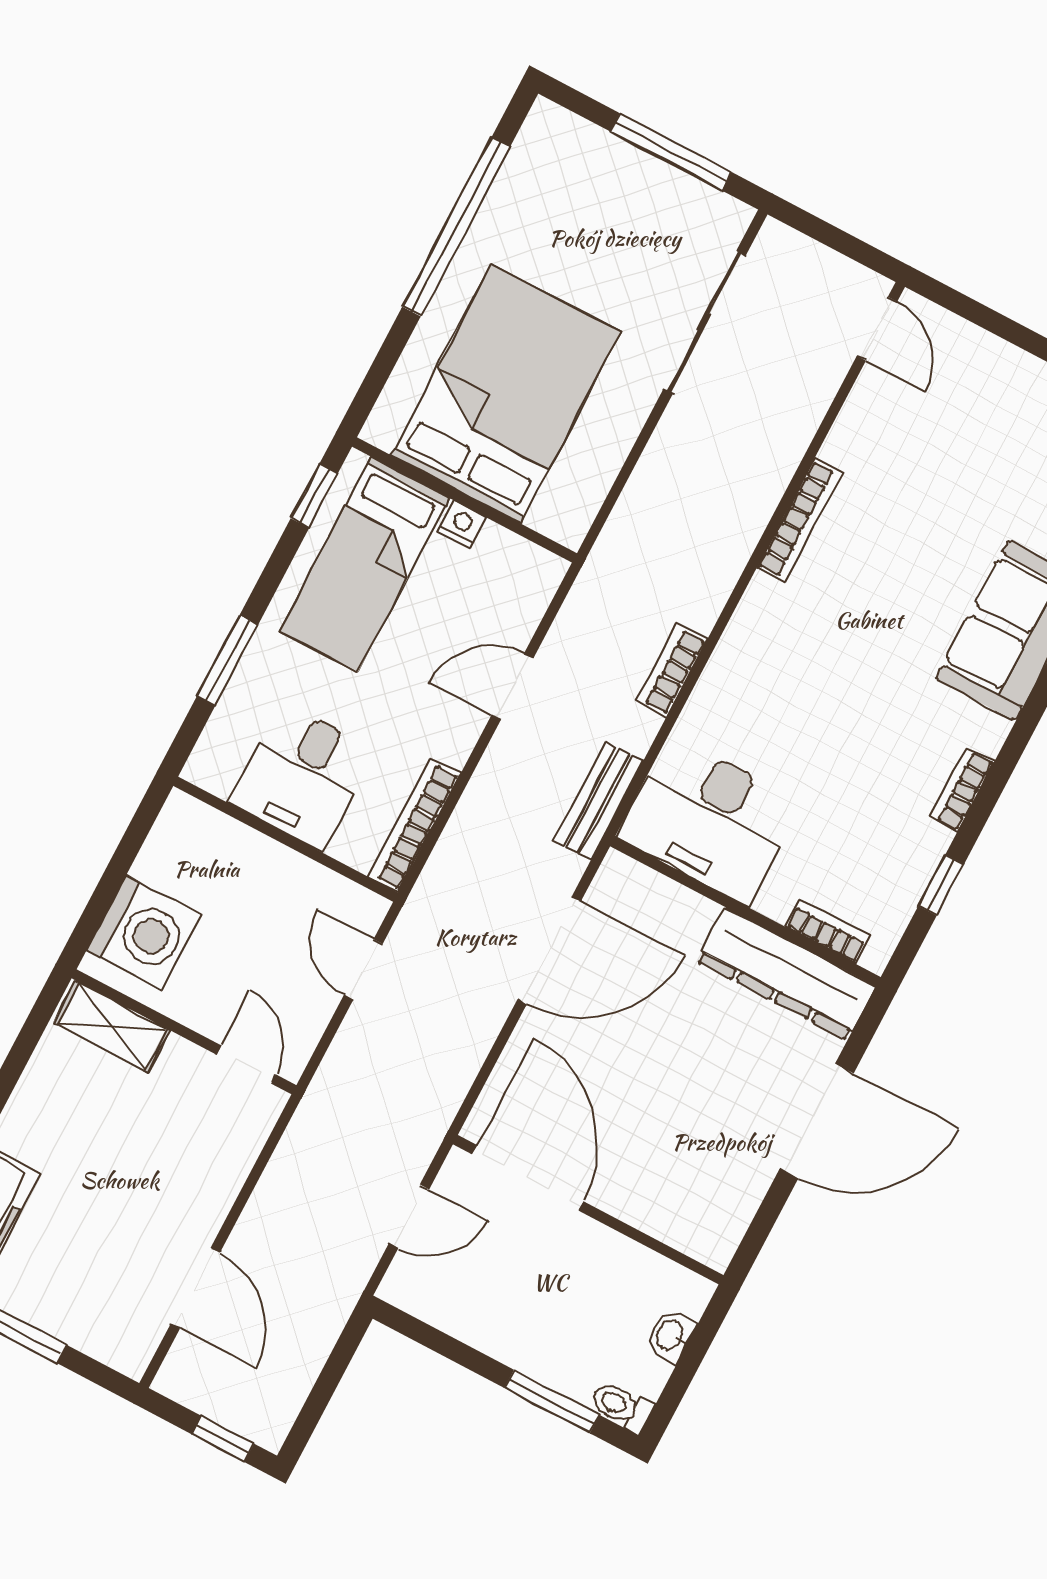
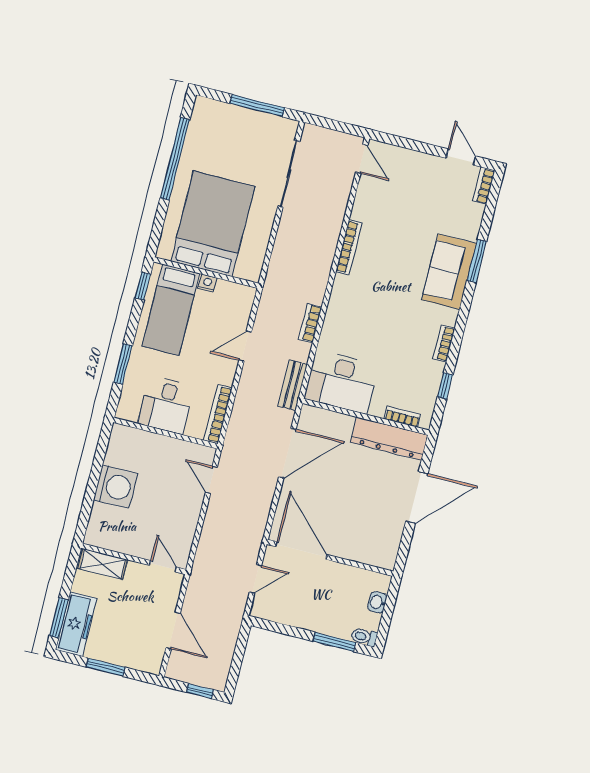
shelving: (112, 1027) -> (103, 564), moved
wall: (184, 1032) -> (134, 559), moved
door: (246, 1064) -> (163, 566), moved

